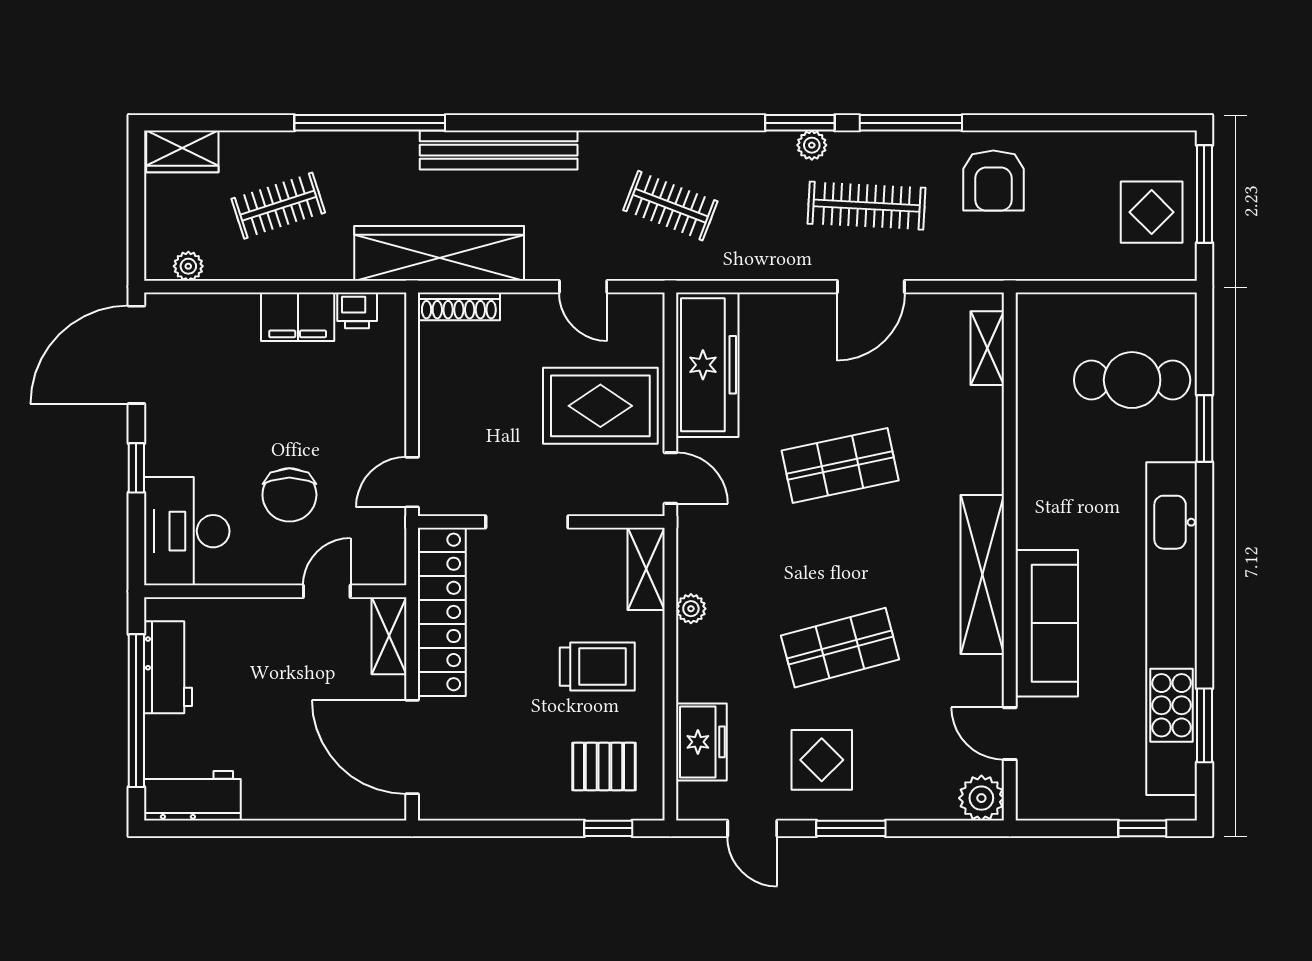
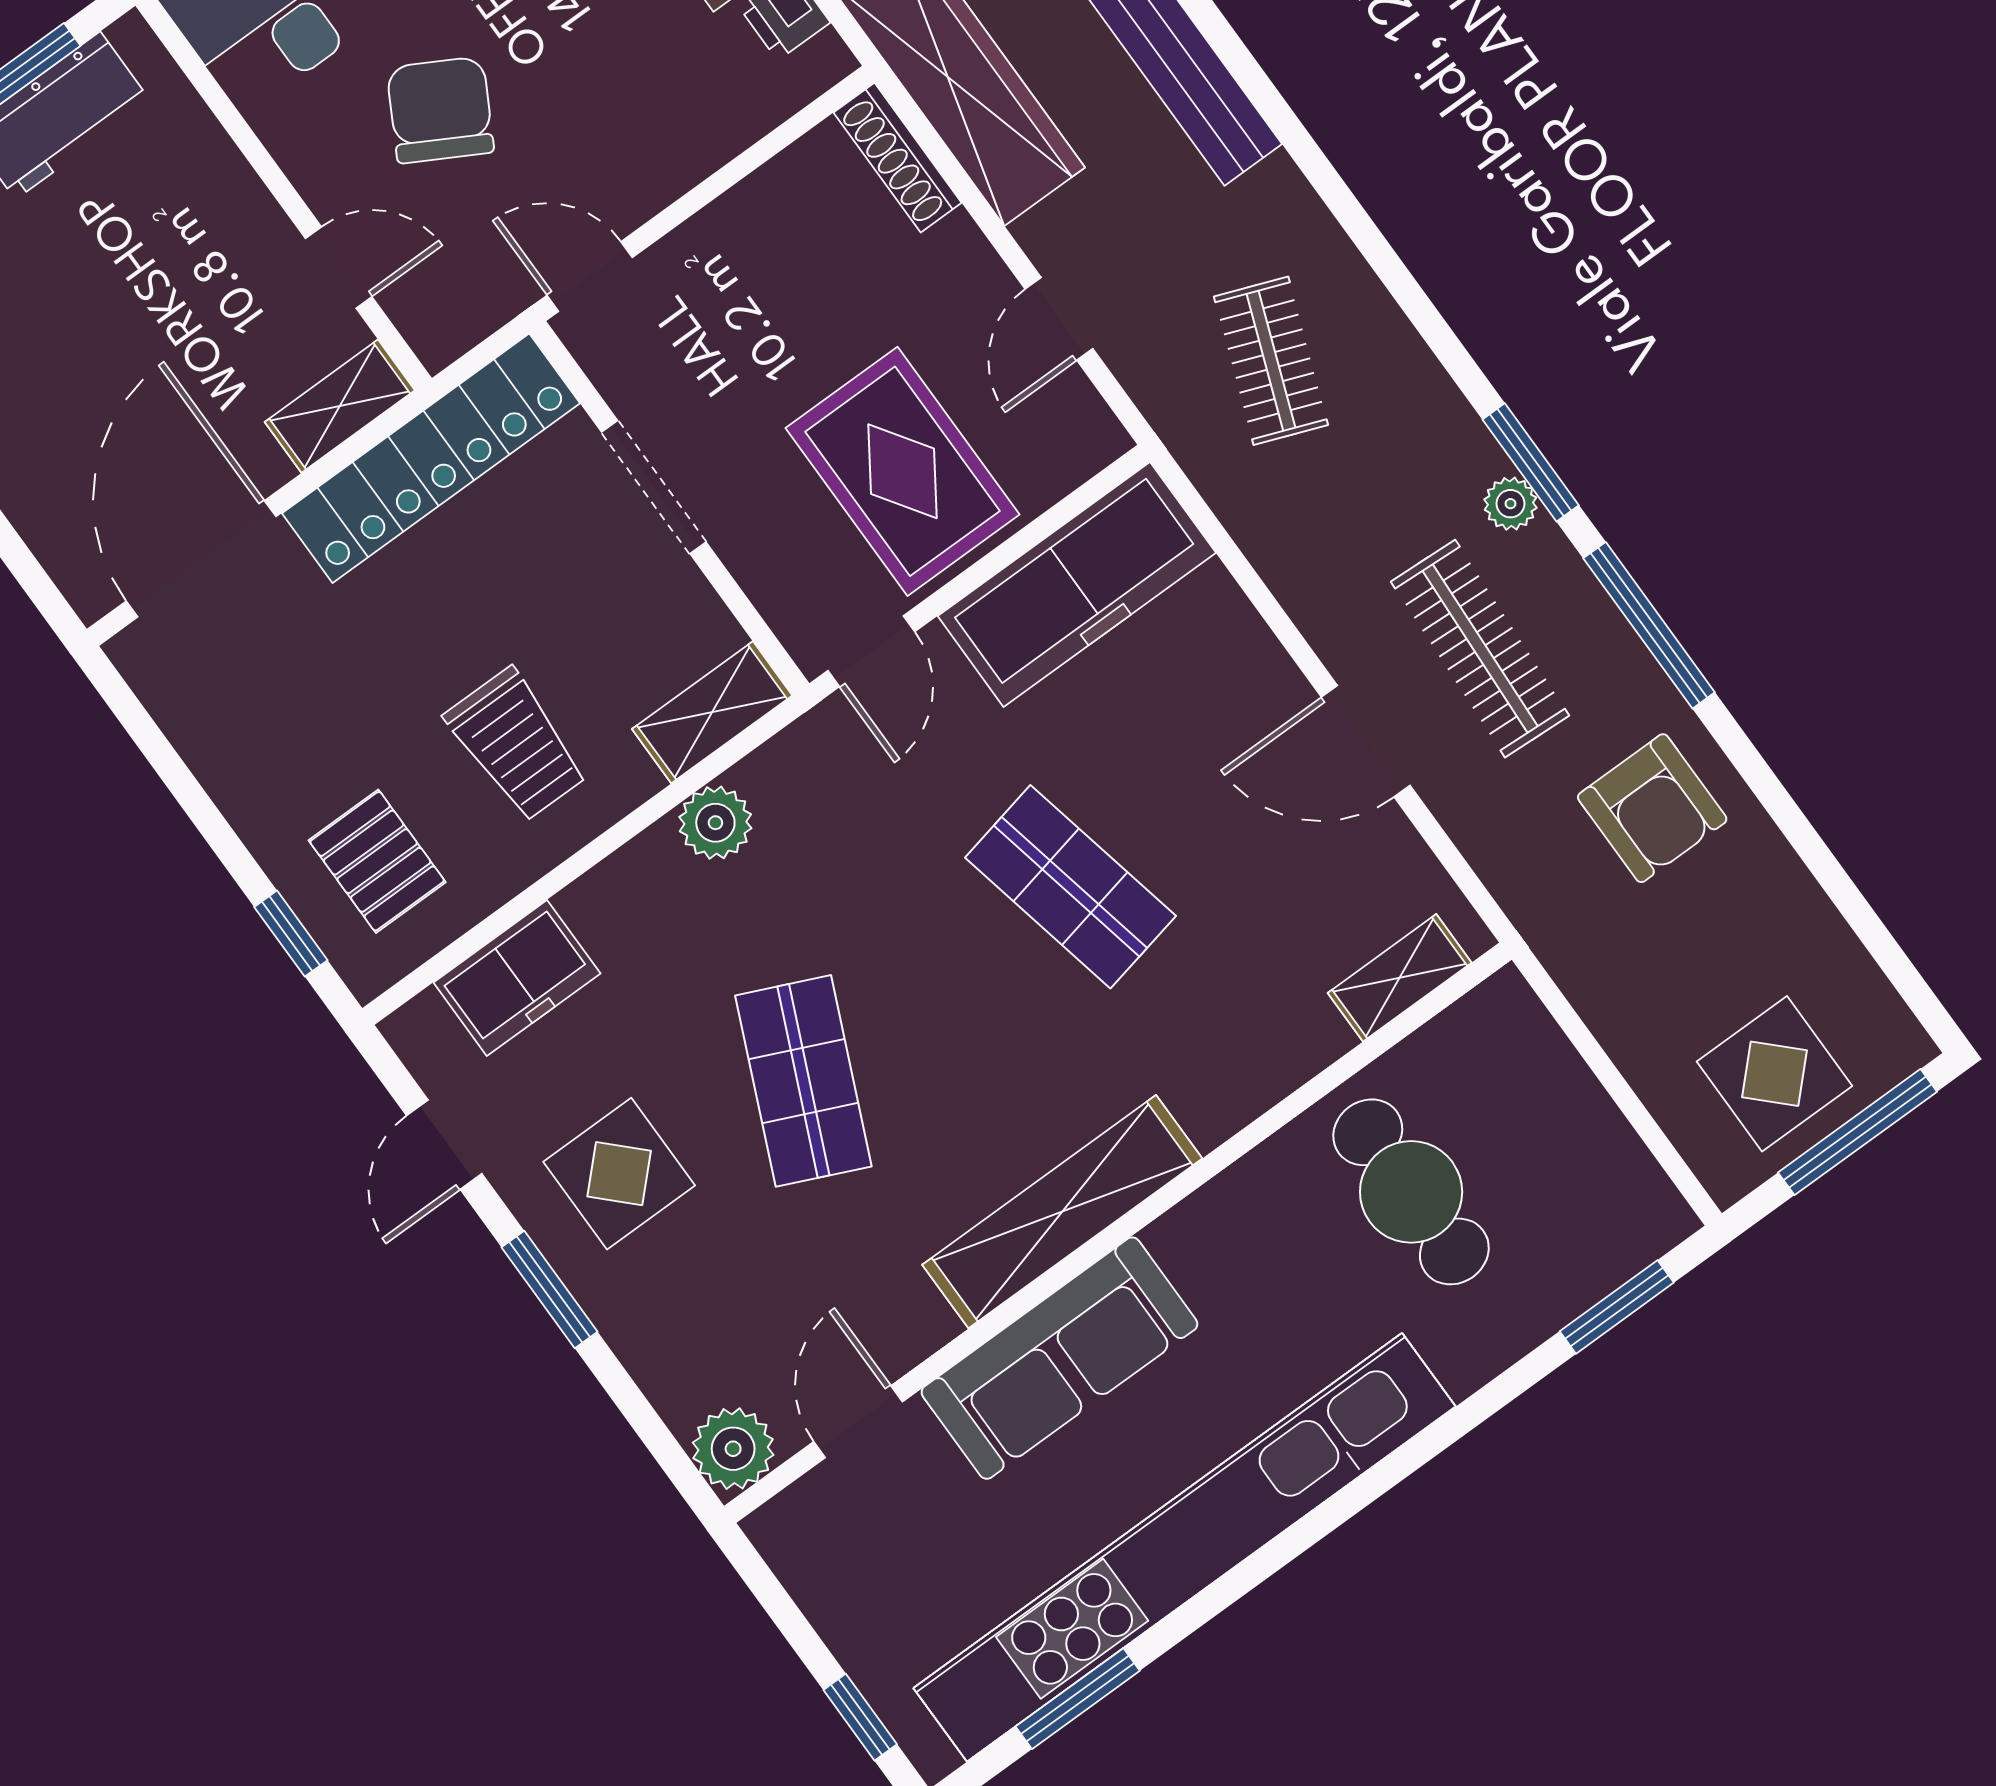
armchair: (993, 181) -> (1652, 808), turned -90
cafe table: (1132, 380) -> (1411, 1192), moved
window: (1204, 428) -> (1617, 1307), moved
chair: (289, 495) -> (440, 110), turned 119
plant: (691, 609) -> (715, 823), width x1.38, depth x1.38
shop shelf: (840, 648) -> (803, 1081), turned 39

